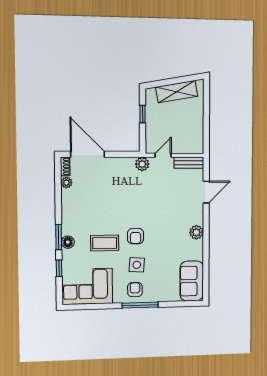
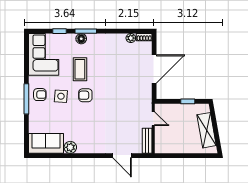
door: (88, 154) -> (154, 69), moved
plant: (142, 164) -> (146, 101), removed
plant: (196, 232) -> (70, 147), moved

